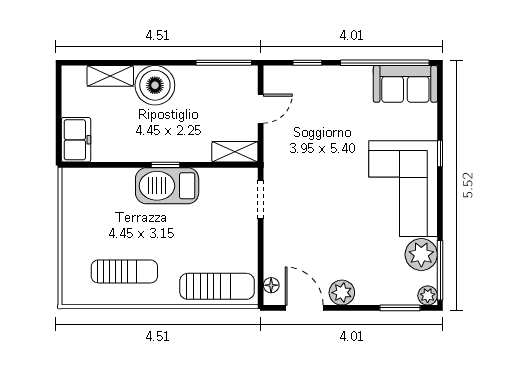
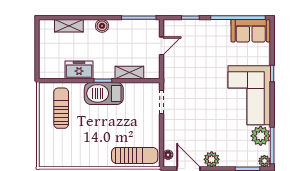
boiler: (155, 85) -> (102, 26), width x0.54, depth x0.54
freezer: (76, 140) -> (79, 70), moved, turned -90
shelving: (235, 152) -> (129, 73), moved
sun lounger: (124, 271) -> (61, 108), moved, turned -90

